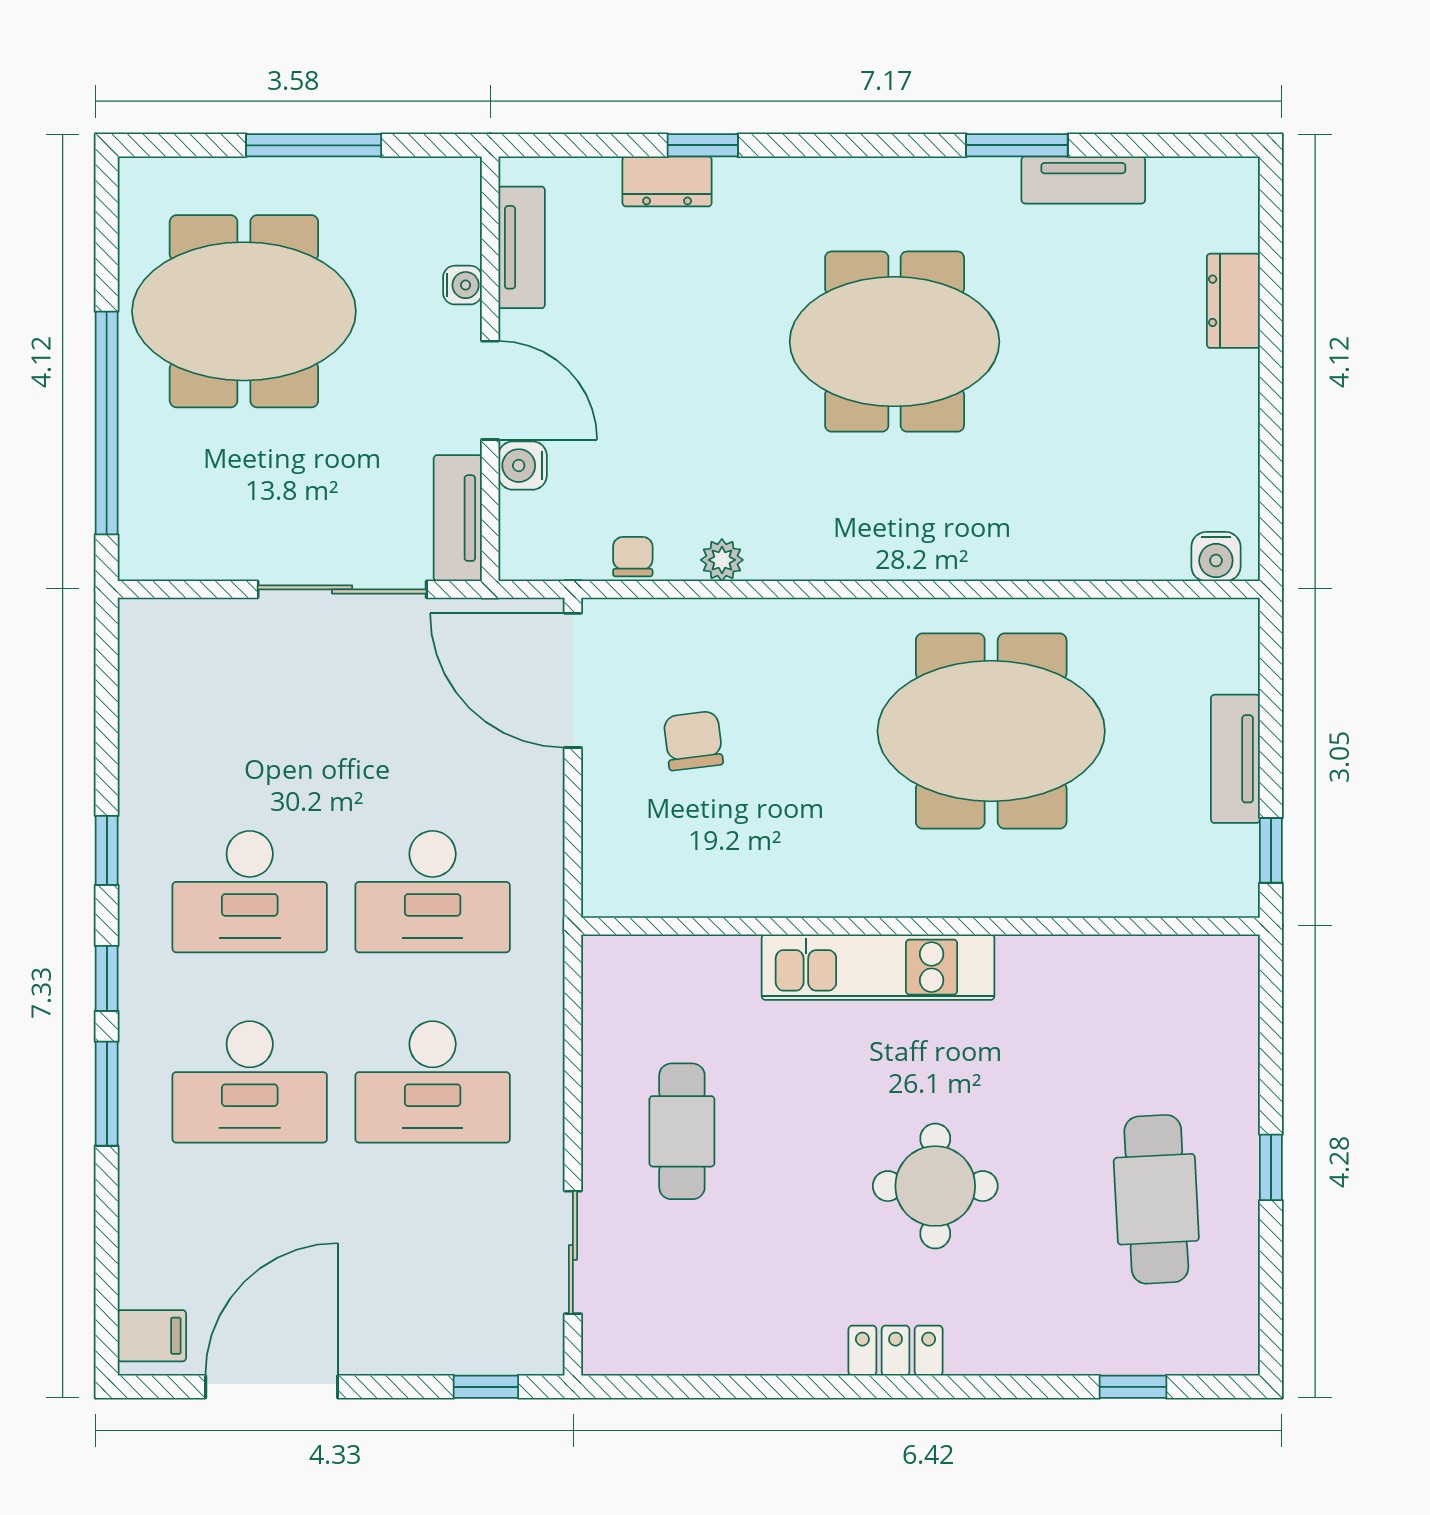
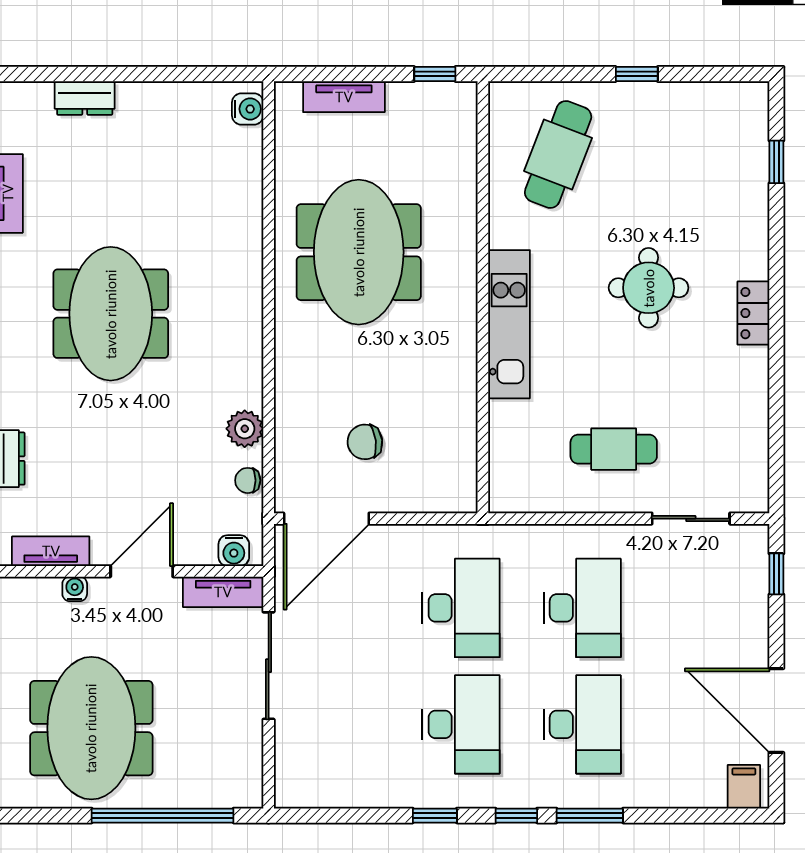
water cooler: (523, 466) -> (234, 551), moved
plant: (722, 560) -> (245, 429), width x1.38, depth x1.38
tv unit: (1235, 759) -> (344, 97), moved
cafe table: (1156, 1199) -> (558, 155), moved, turned -66

